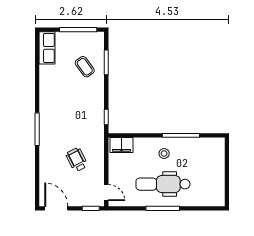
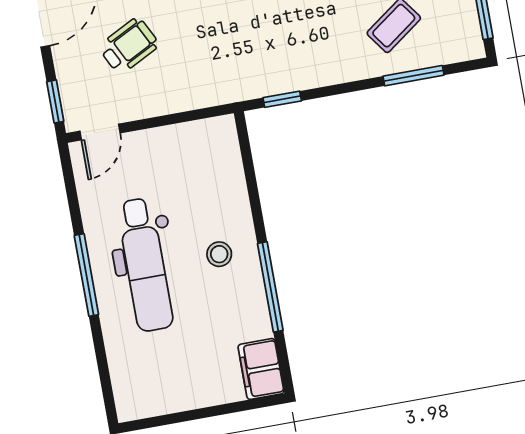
filing cabinet: (121, 145) -> (261, 369), moved
wheelchair: (77, 160) -> (129, 46), moved
dental chair: (163, 184) -> (145, 265), turned 180

